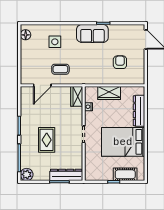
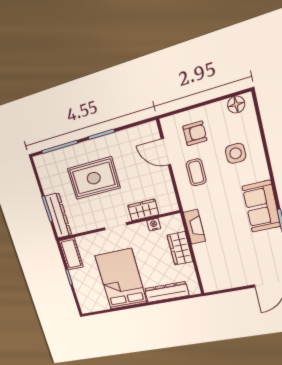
armchair: (120, 62) -> (195, 133), moved
fireplace: (96, 79) -> (194, 227), added
wardrobe: (77, 96) -> (143, 210), moved
rug: (47, 140) -> (94, 178), width x1.36, depth x1.43
plant: (27, 174) -> (42, 163), removed
cot: (125, 174) -> (71, 254), moved

